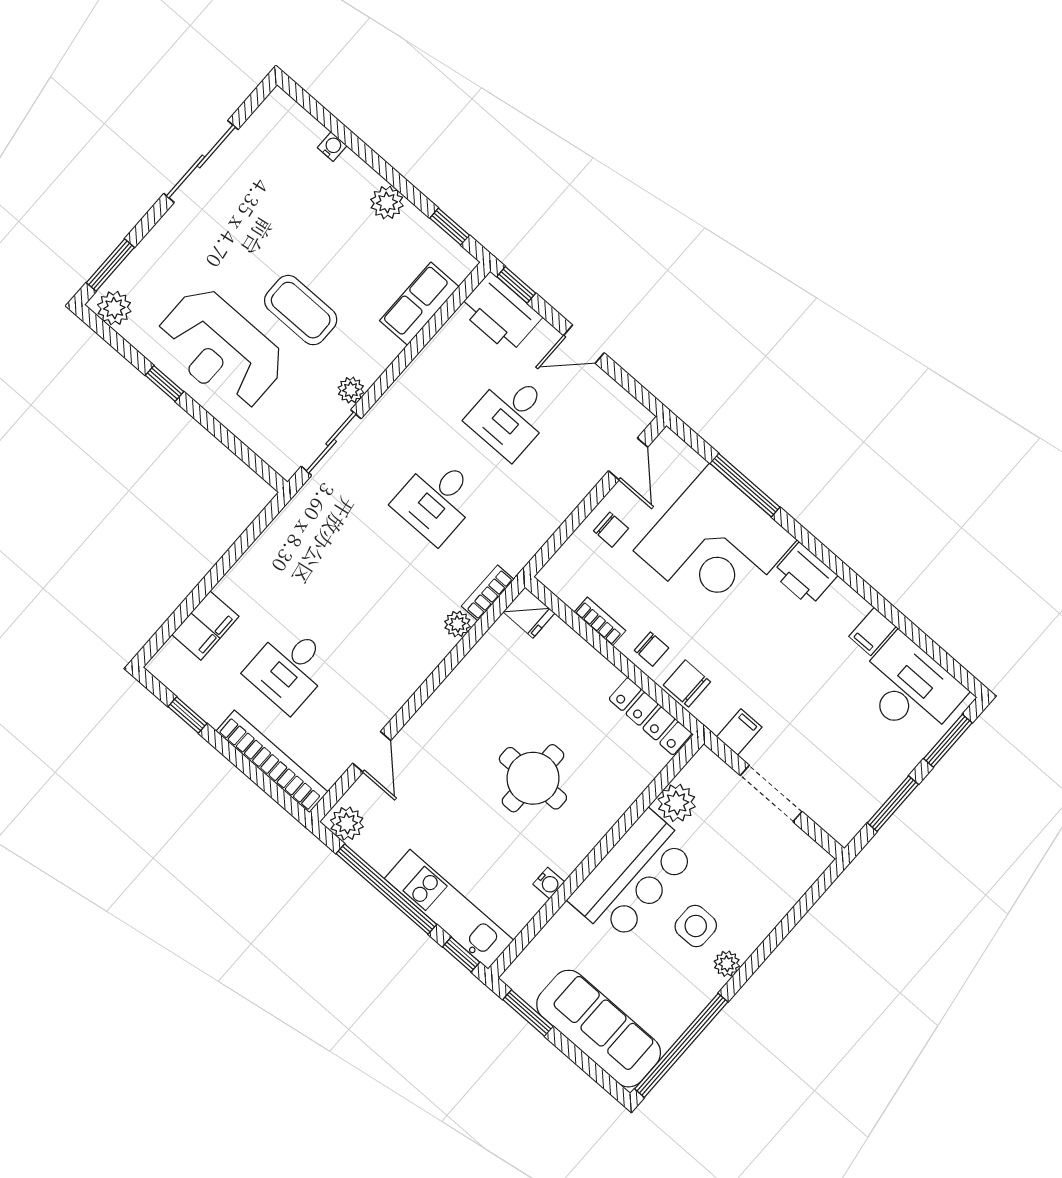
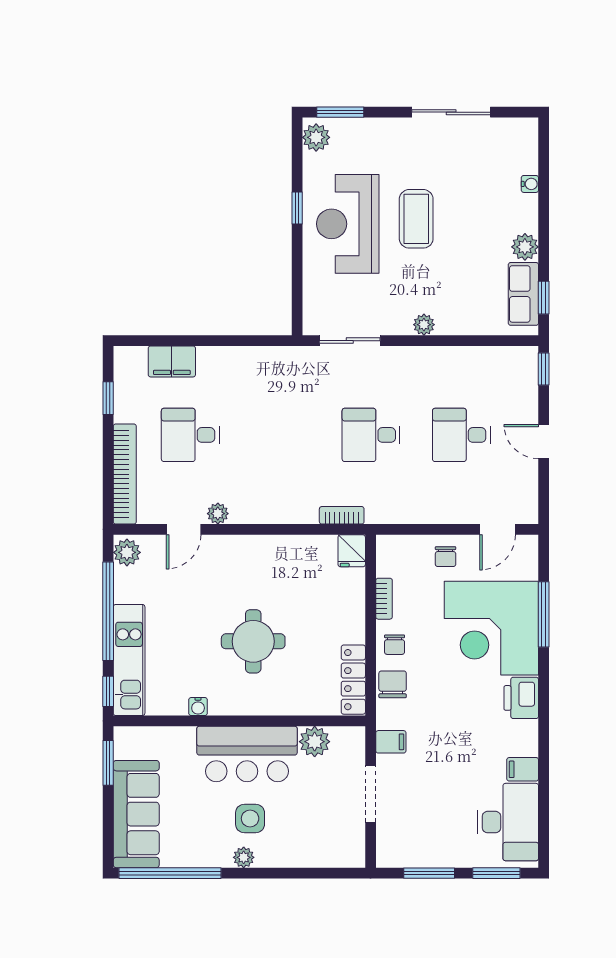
row of seats: (419, 304) -> (523, 294), moved, turned -90
coffee table: (301, 310) -> (416, 219), moved
printer: (500, 313) -> (518, 374), removed
plant: (351, 390) -> (424, 325), moved
plant: (457, 624) -> (218, 514), moved

